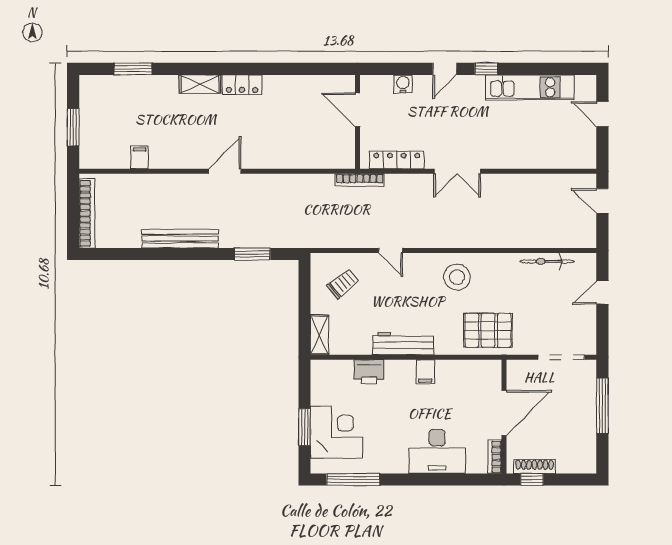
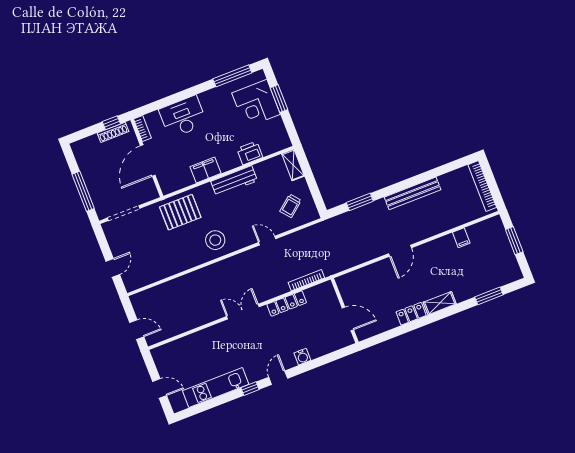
door: (358, 110) -> (348, 319), moved
wall: (358, 122) -> (345, 311), moved
bicycle: (547, 261) -> (158, 274), removed
filing cabinet: (425, 372) -> (206, 170), width x2.00

